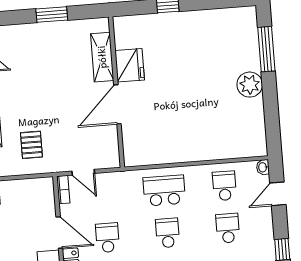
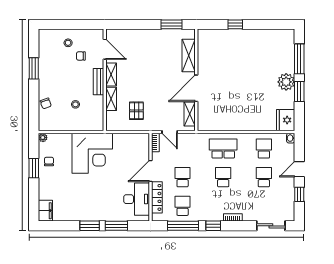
window: (52, 15) -> (172, 24), moved
fridge: (130, 65) -> (286, 120), moved, turned 180
window: (270, 97) -> (299, 91), added
shelving: (111, 143) -> (190, 114), added
door: (278, 194) -> (299, 169), moved
door: (59, 232) -> (150, 171), swing flipped

